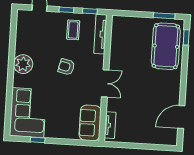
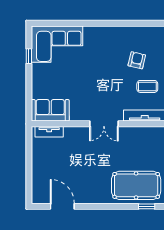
plant: (23, 64) -> (108, 36), removed
armchair: (66, 67) -> (137, 60), moved
double door: (105, 83) -> (104, 124), moved

